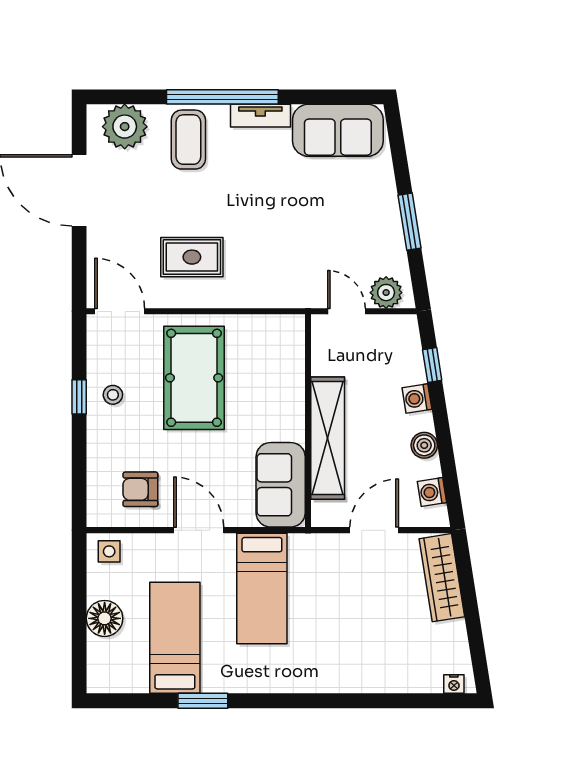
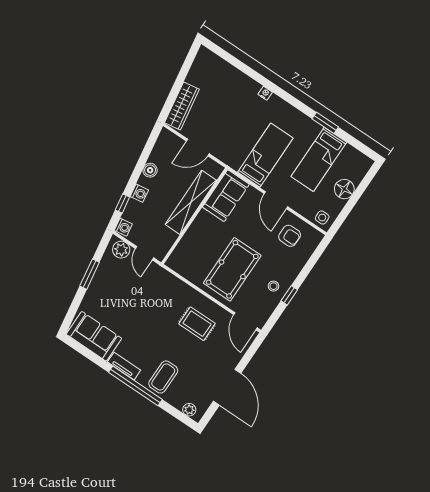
plant: (125, 127) -> (189, 410), width x0.53, depth x0.53
washing machine: (432, 492) -> (123, 227), moved
nightstand: (454, 684) -> (265, 93), moved

